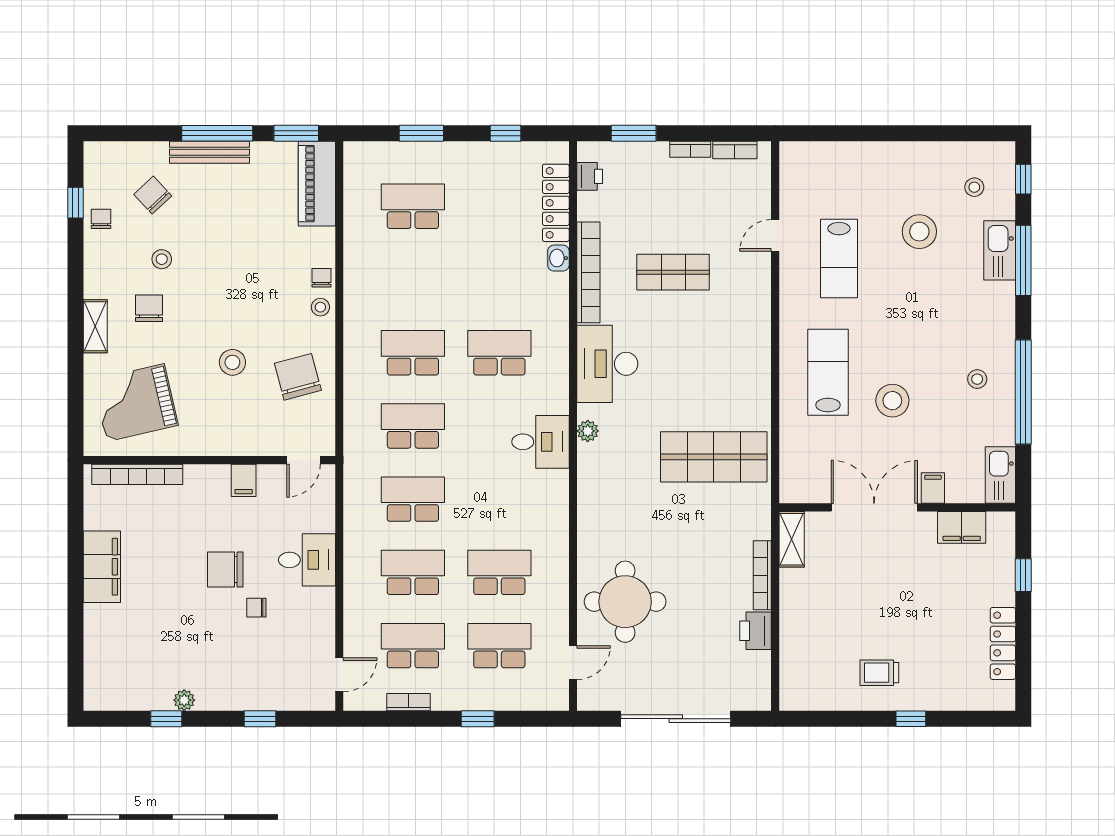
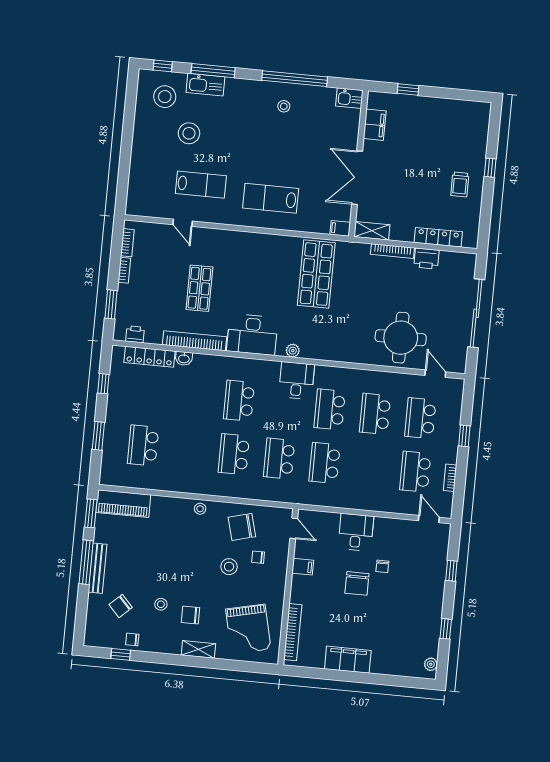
stool: (974, 187) -> (165, 97), width x1.89, depth x1.89
chair: (321, 278) -> (258, 557), moved
stool: (892, 401) -> (292, 160), removed
kitchen sink: (1000, 475) -> (349, 98), width x0.73
filing cabinet: (933, 488) -> (340, 228), moved
school desk: (413, 572) -> (330, 409), moved
locker: (1003, 643) -> (438, 237), moved, turned 180
plant: (184, 700) -> (431, 664), moved

